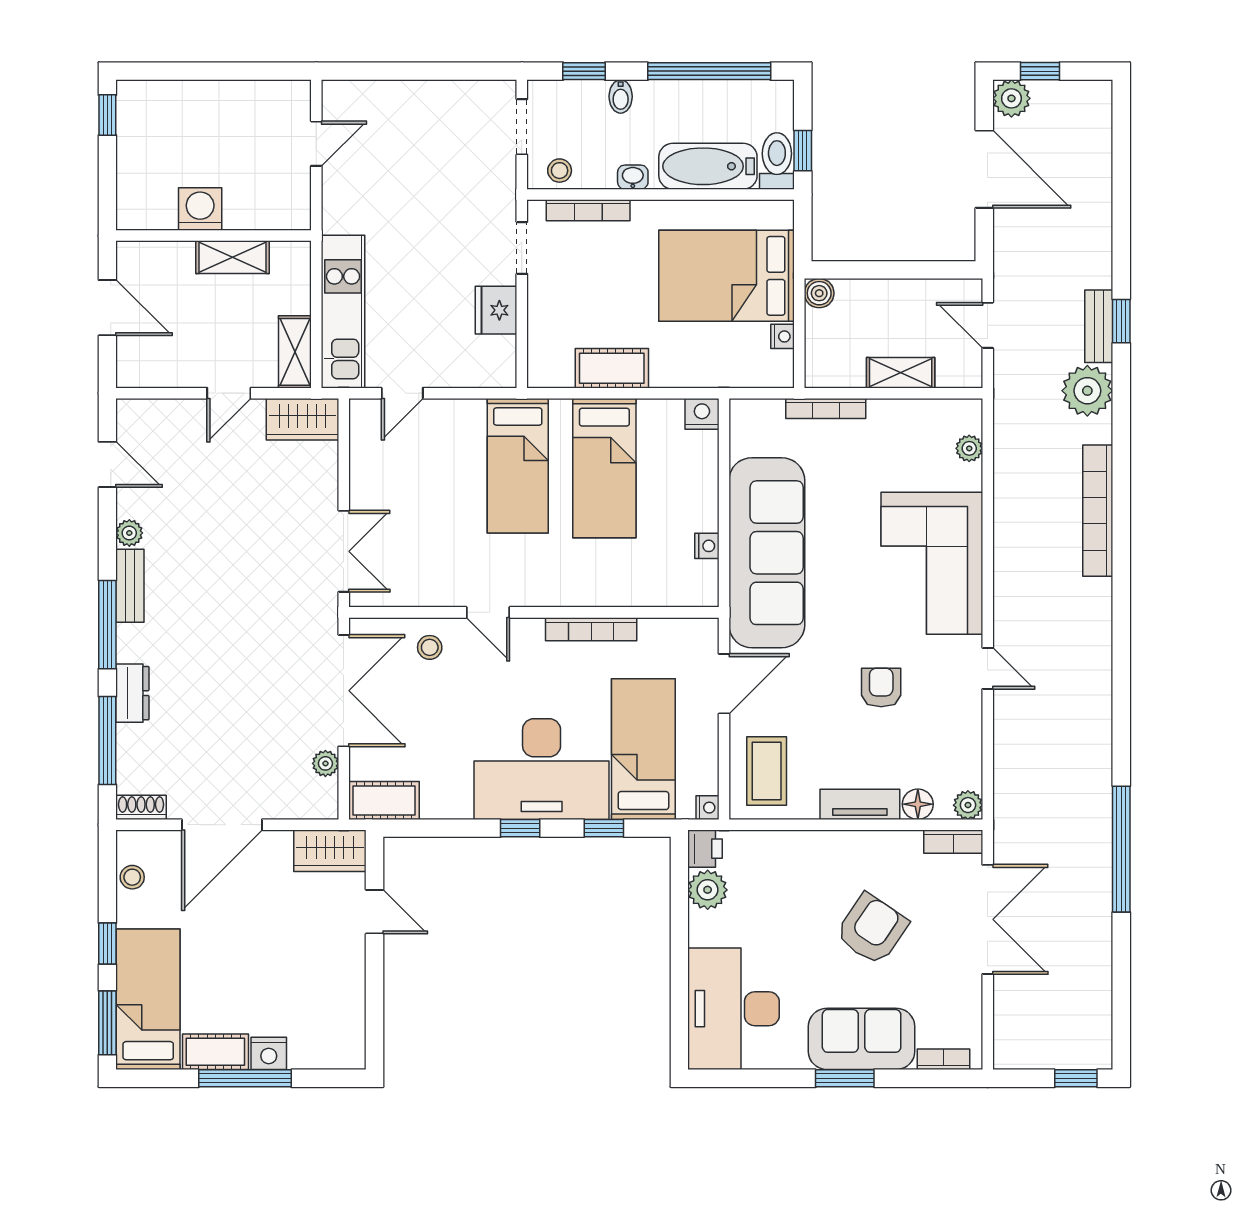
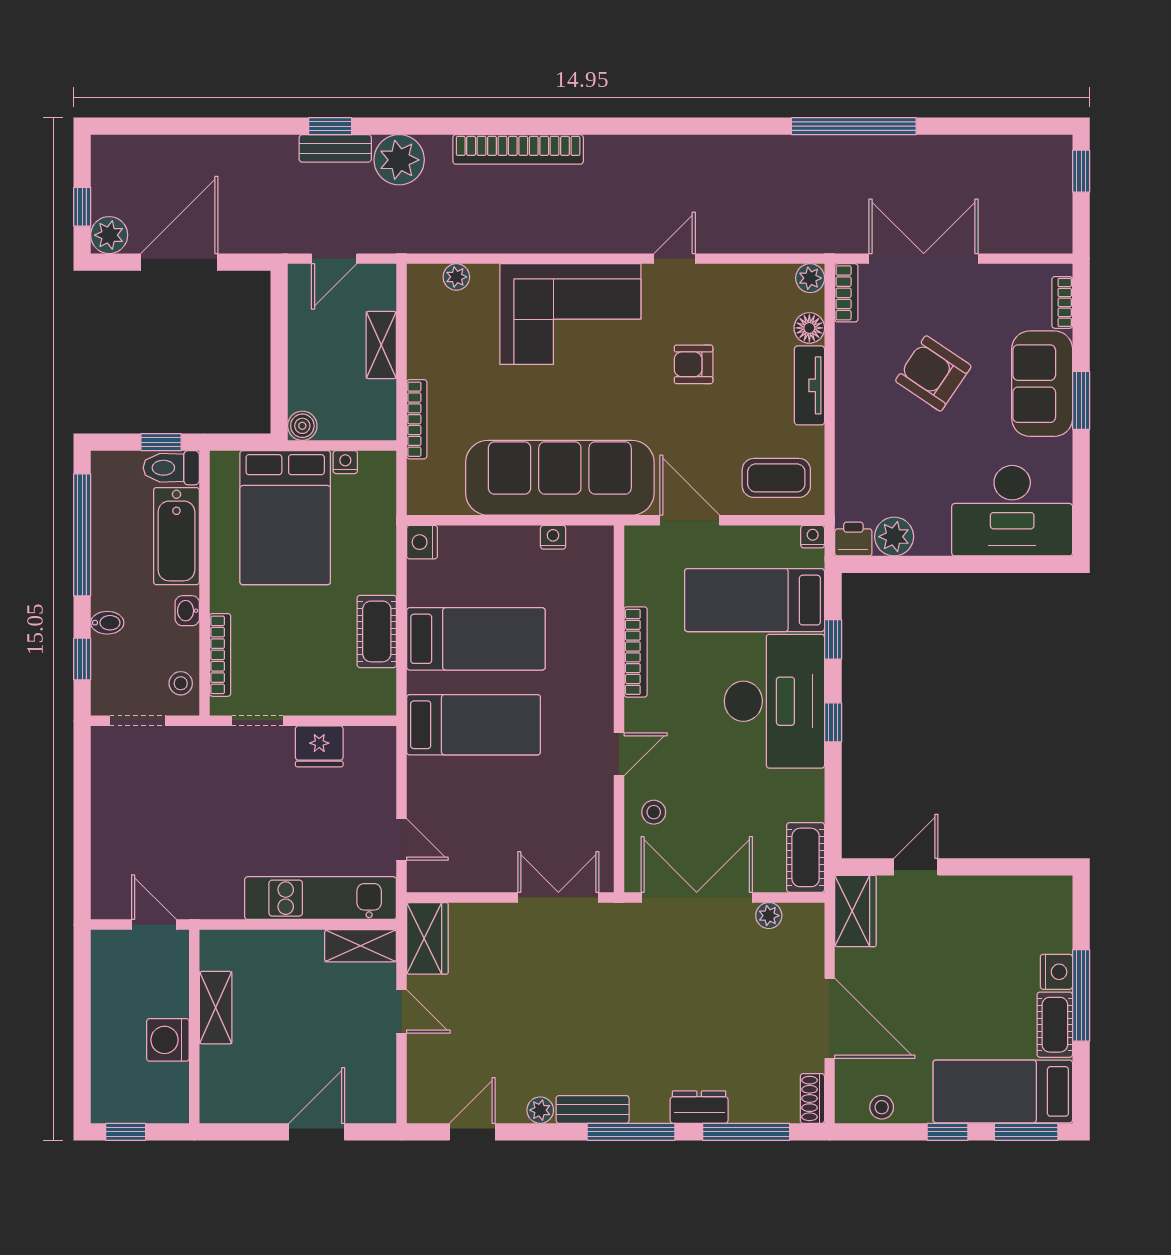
washing machine: (200, 209) -> (168, 1040), moved
wall: (214, 236) -> (194, 1027), moved
shelving: (233, 257) -> (216, 1008), moved

